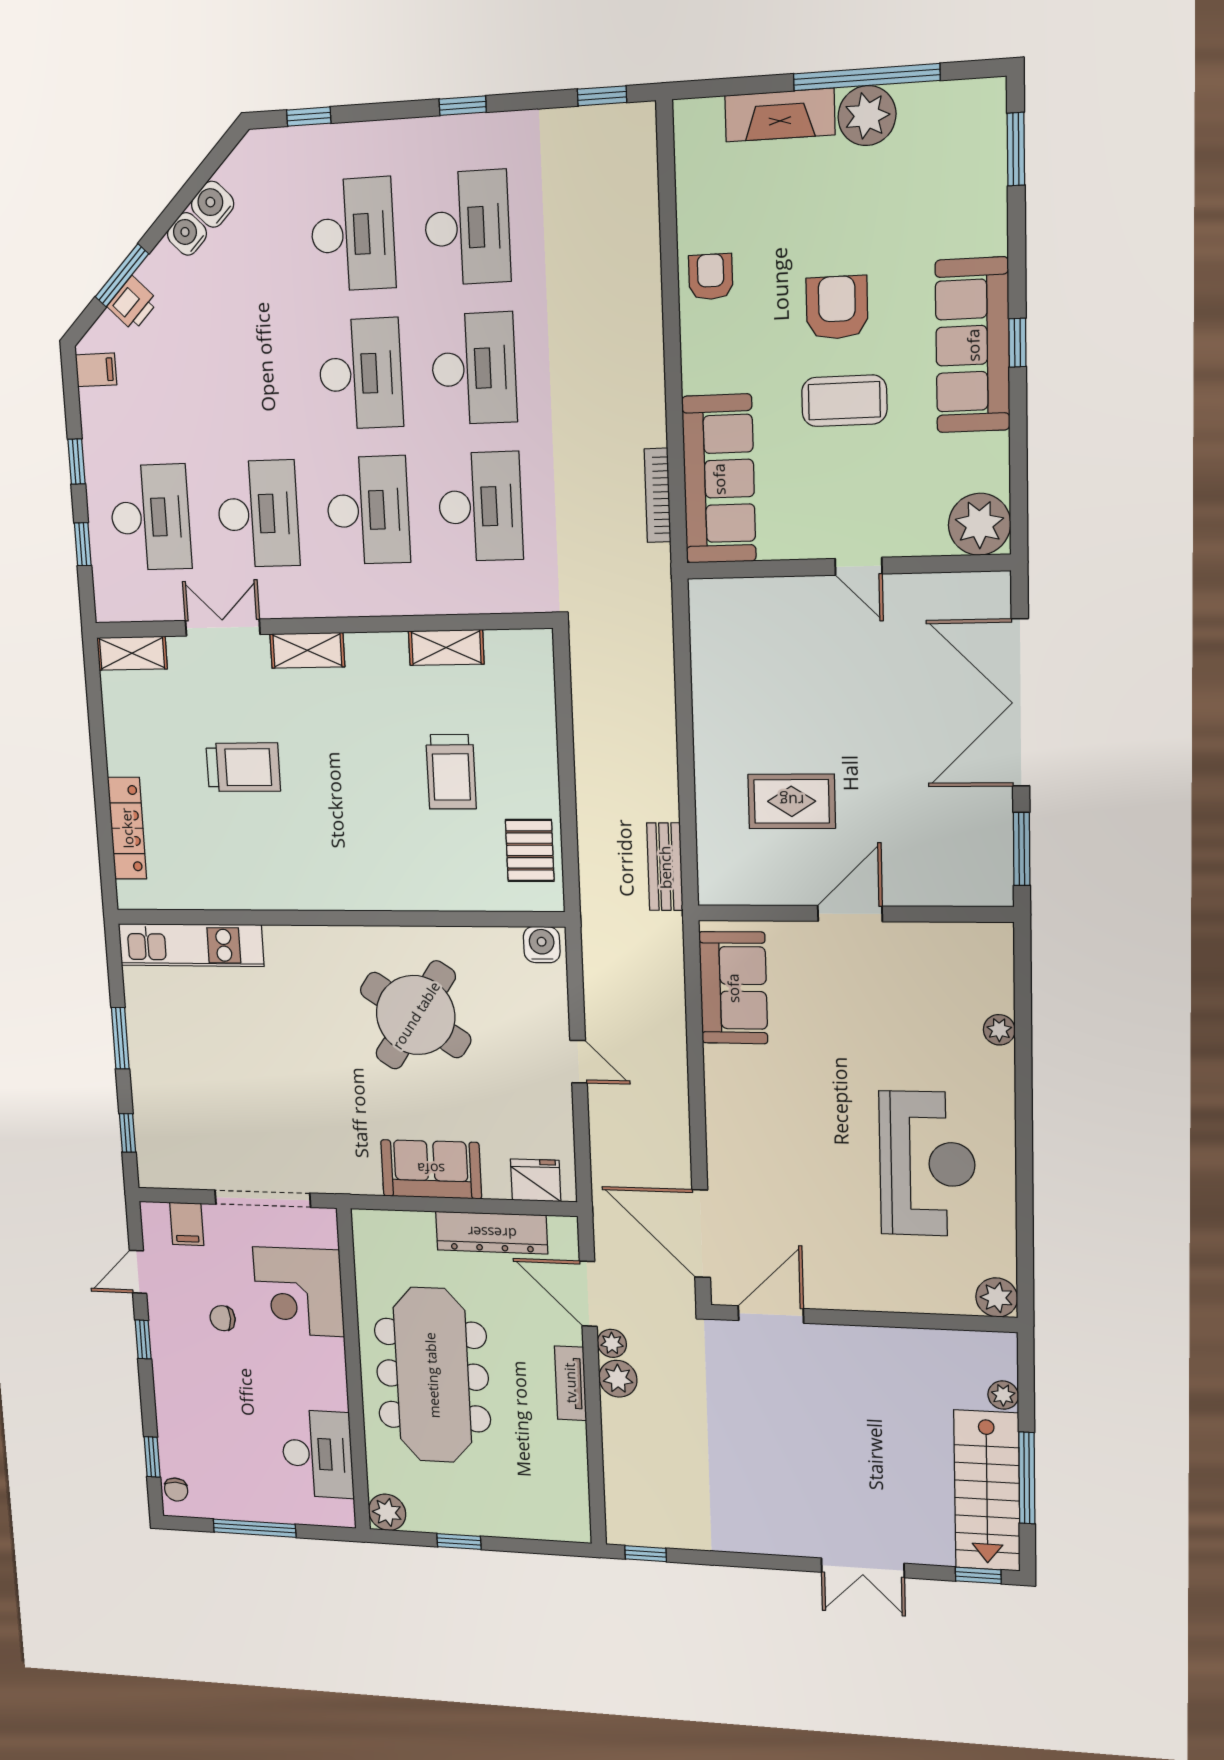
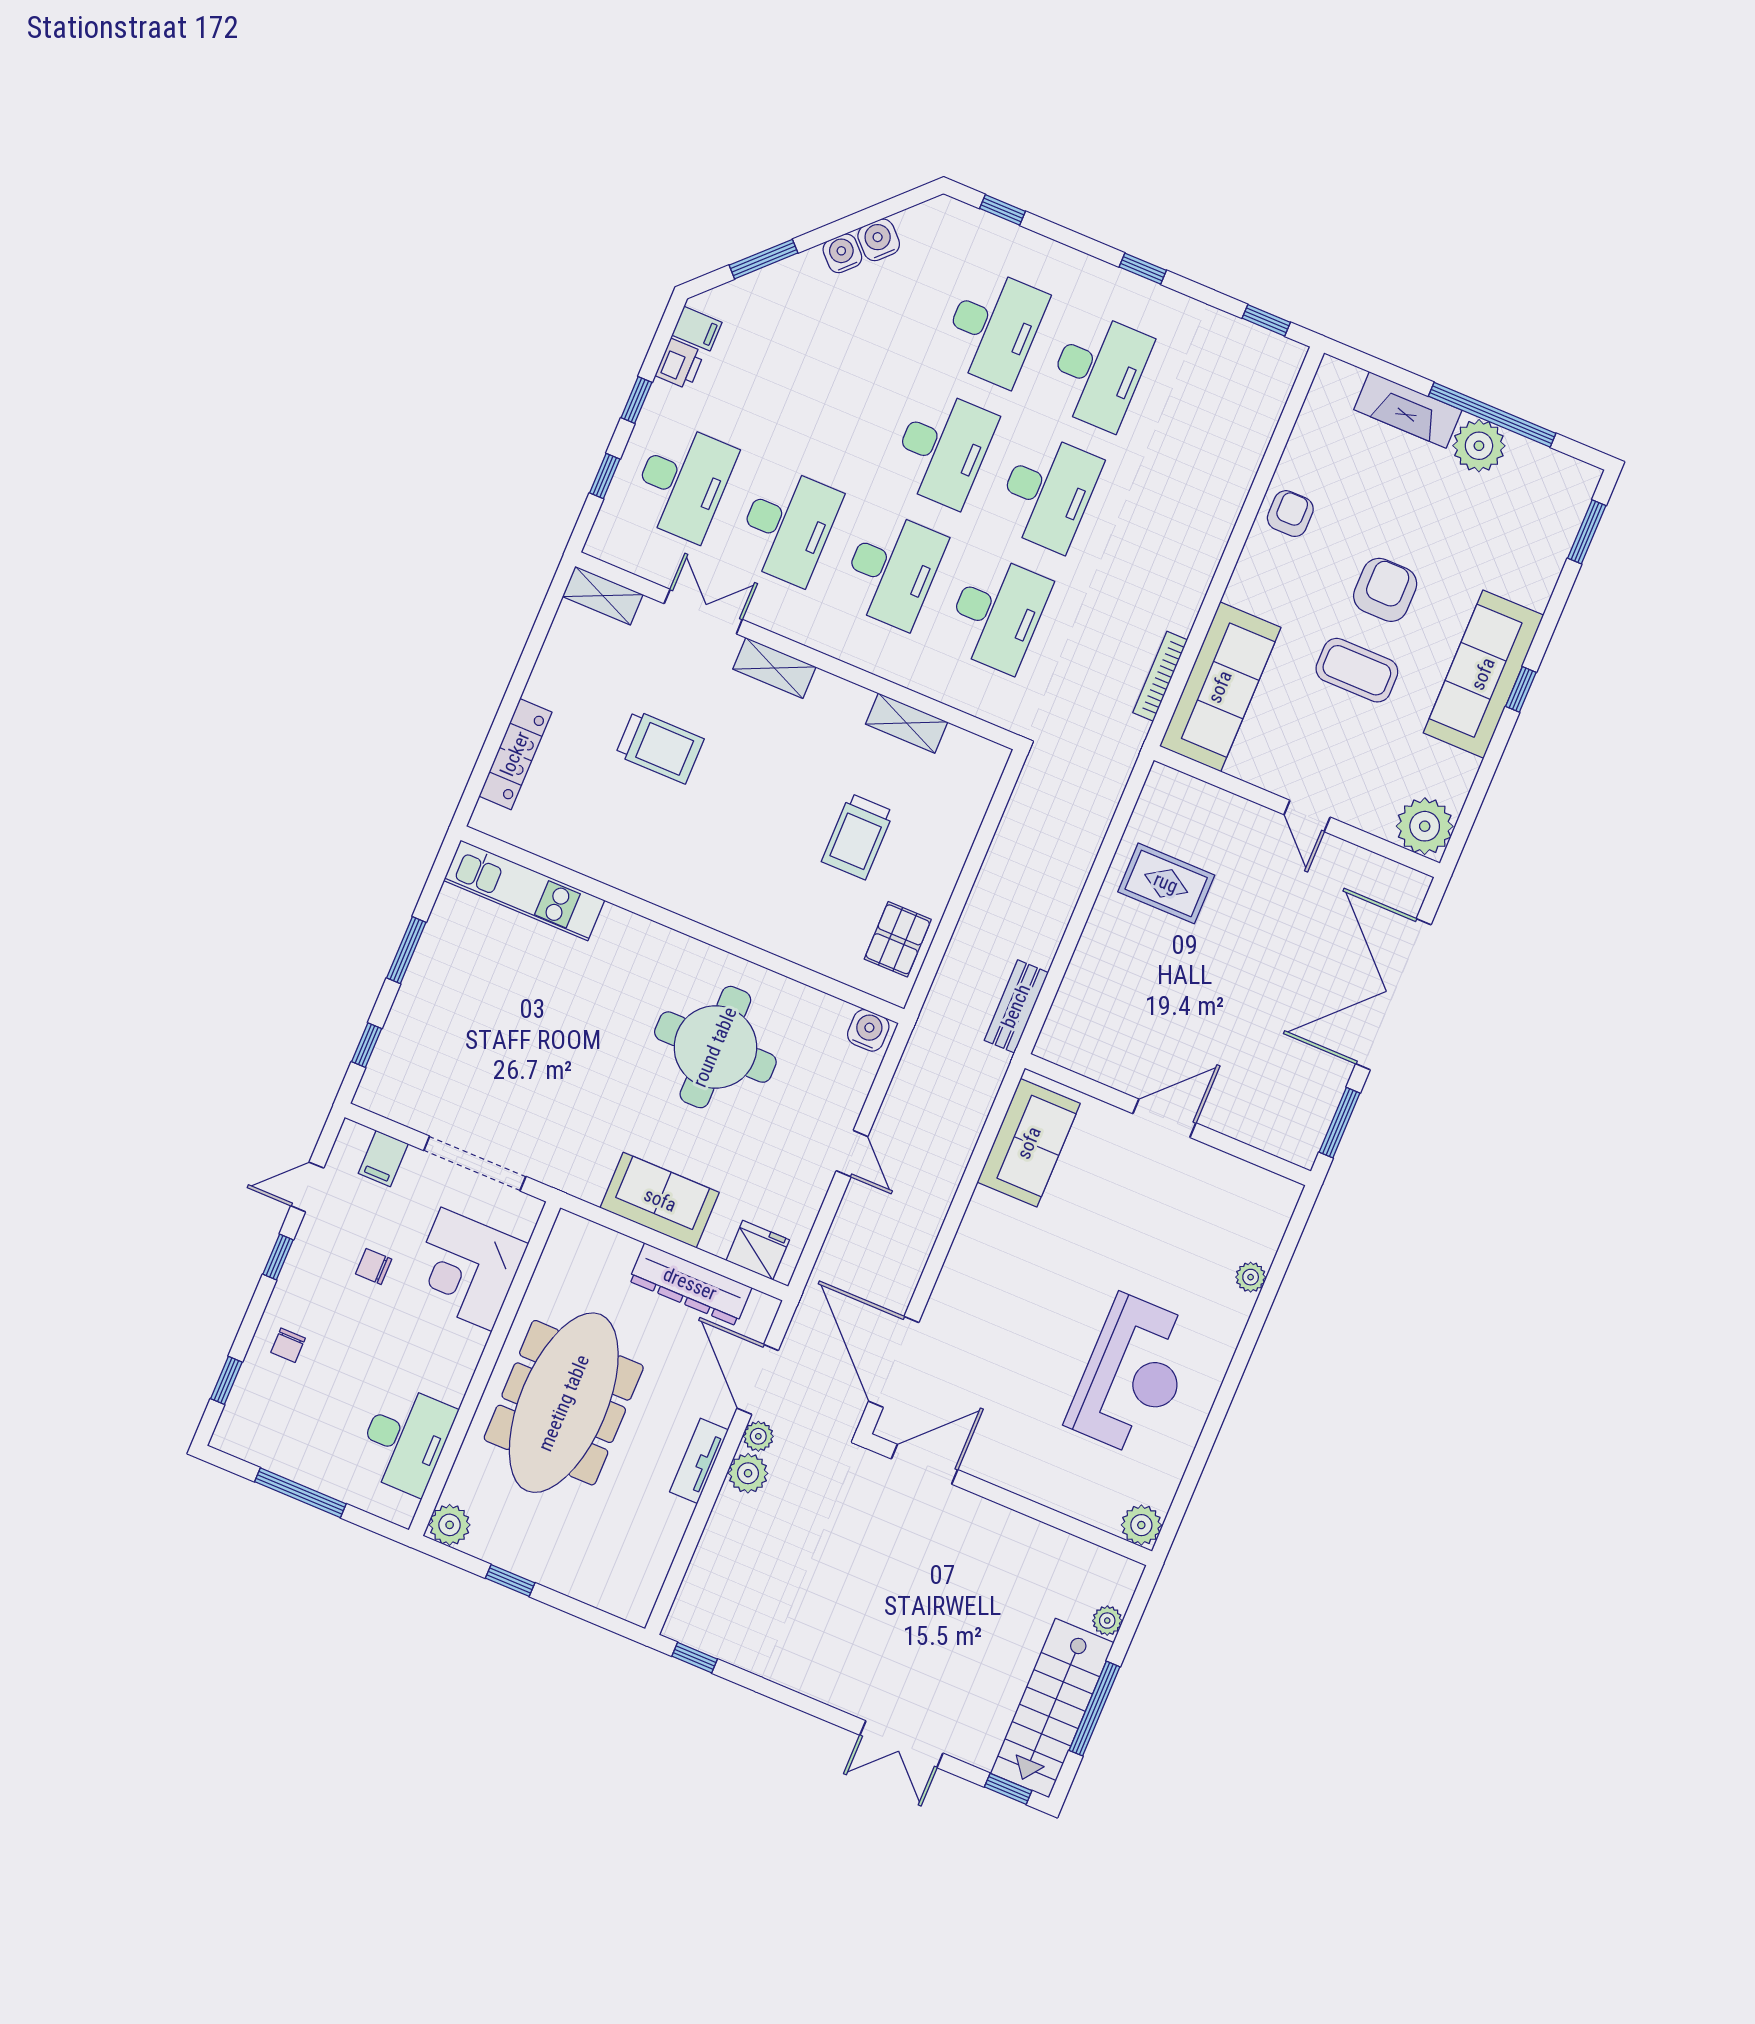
printer: (133, 304) -> (680, 364), moved, turned -45
rug: (792, 801) -> (1166, 883), moved
round table: (416, 1015) -> (715, 1047), turned -34
chair: (176, 1490) -> (288, 1345), moved

